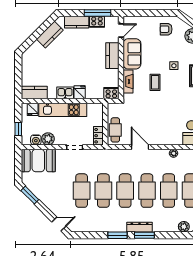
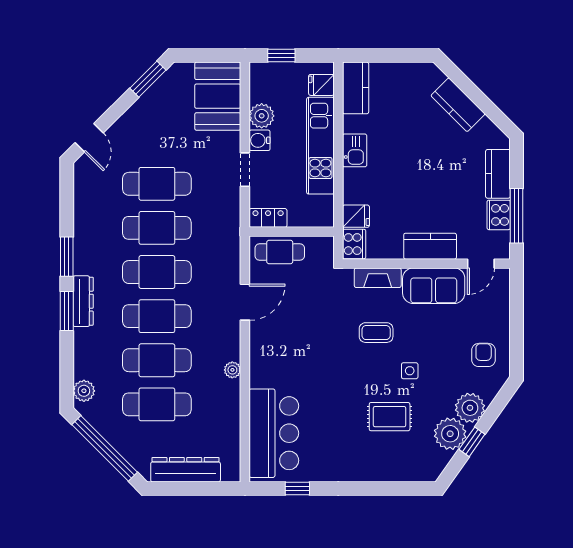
door: (121, 31) -> (481, 264), hinge flipped
kitchen counter: (50, 35) -> (458, 105), moved
fridge: (80, 92) -> (356, 216), moved
water cooler: (36, 140) -> (260, 140), moved

